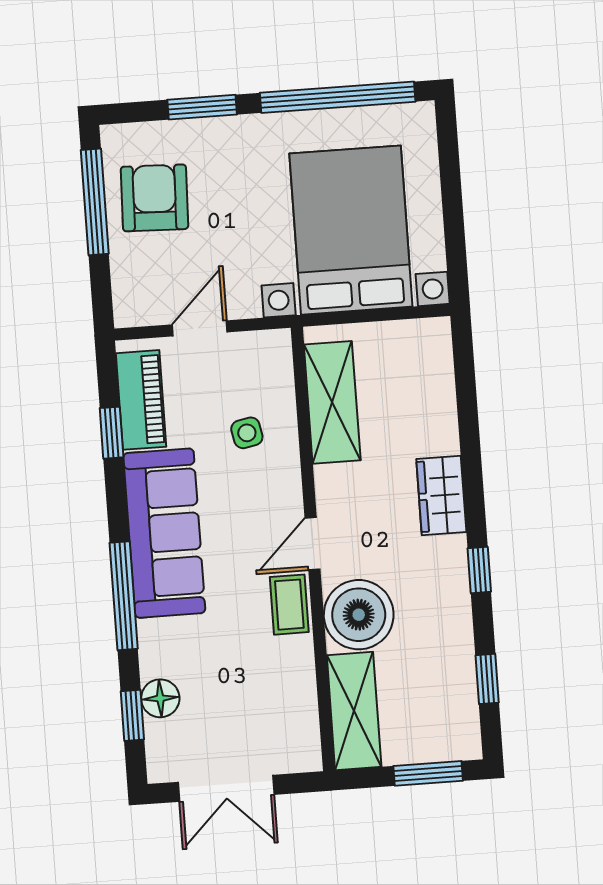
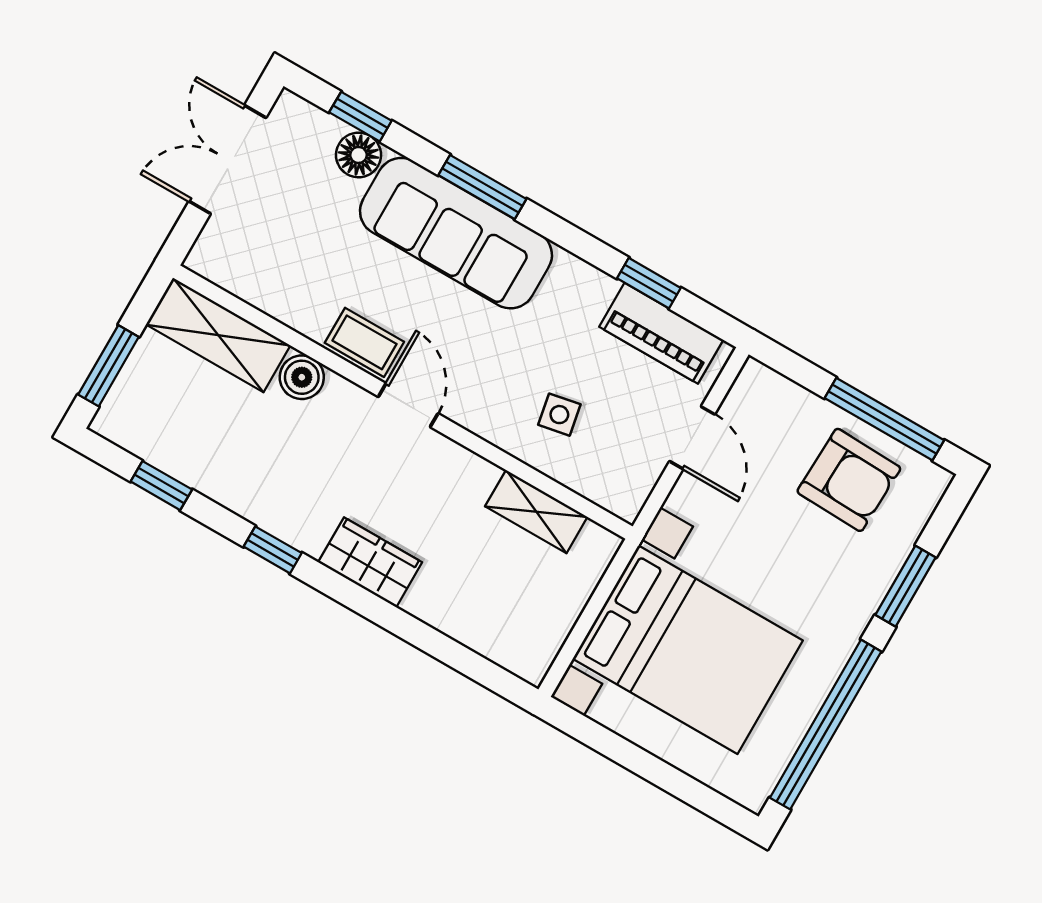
shelving: (332, 402) -> (536, 512), width x0.67, depth x0.75
sofa: (164, 533) -> (456, 233), moved
window: (124, 596) -> (482, 187), width x0.69
boiler: (359, 615) -> (302, 377), width x0.54, depth x0.54

